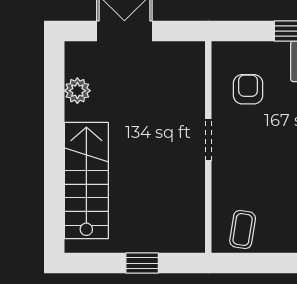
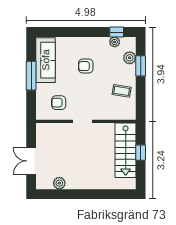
stairs: (86, 180) -> (126, 150), moved, turned -90
coffee table: (243, 230) -> (122, 91), moved

